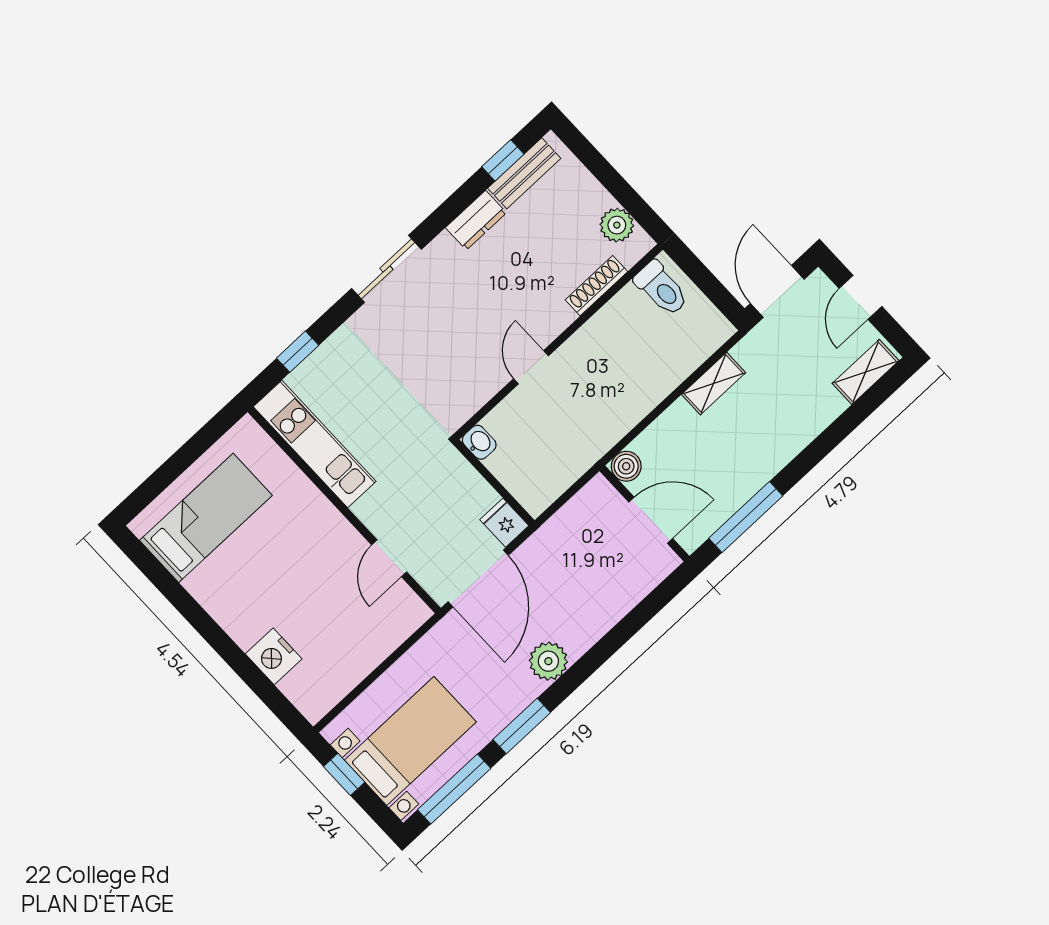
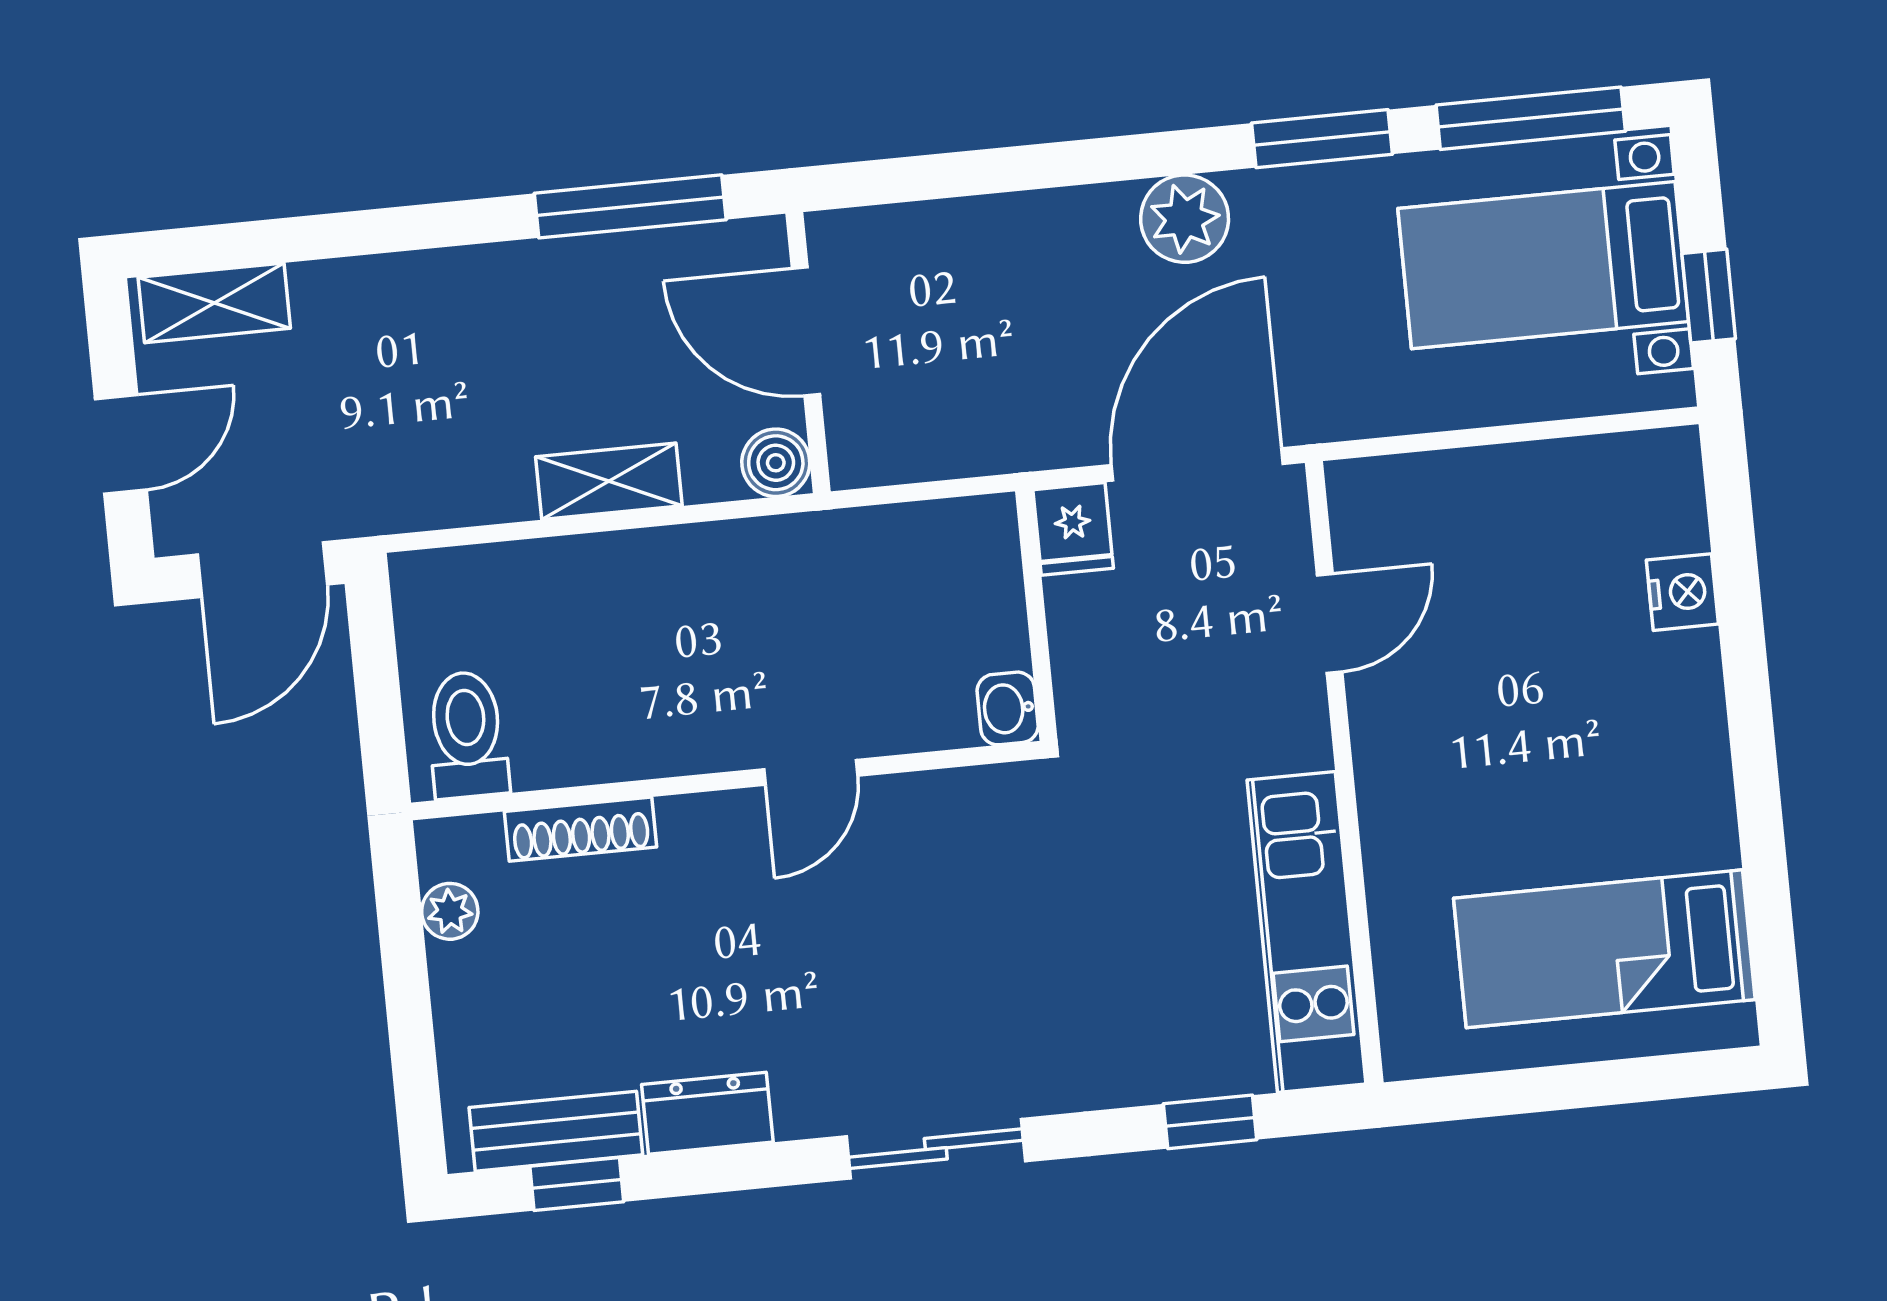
plant: (617, 225) -> (450, 911), width x0.73, depth x0.73
shelving: (714, 384) -> (609, 481), moved
nightstand: (274, 656) -> (1682, 592), width x0.74, depth x0.75

